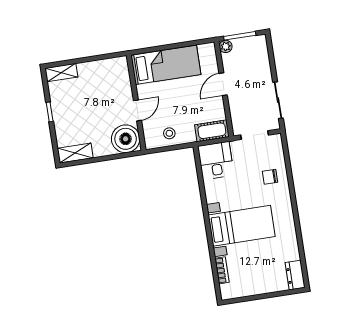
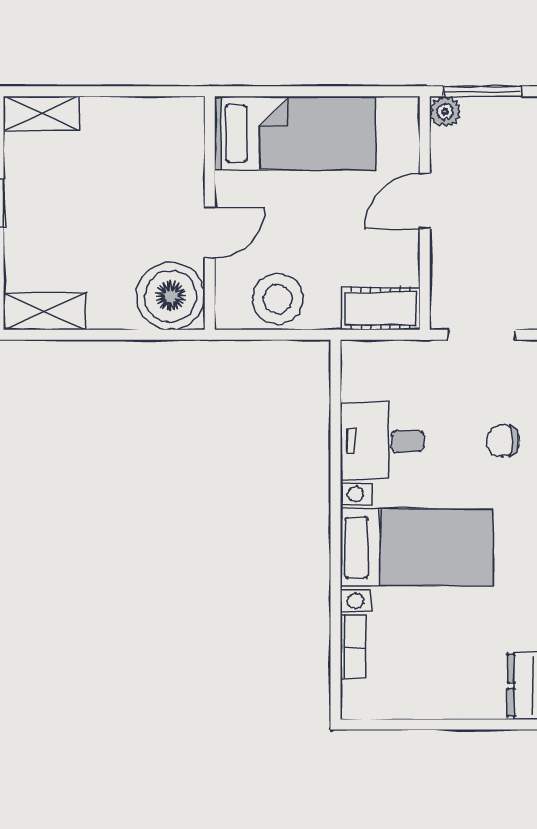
stool: (169, 133) -> (278, 299), width x1.89, depth x1.89
desk: (216, 160) -> (382, 441), moved, turned -90

